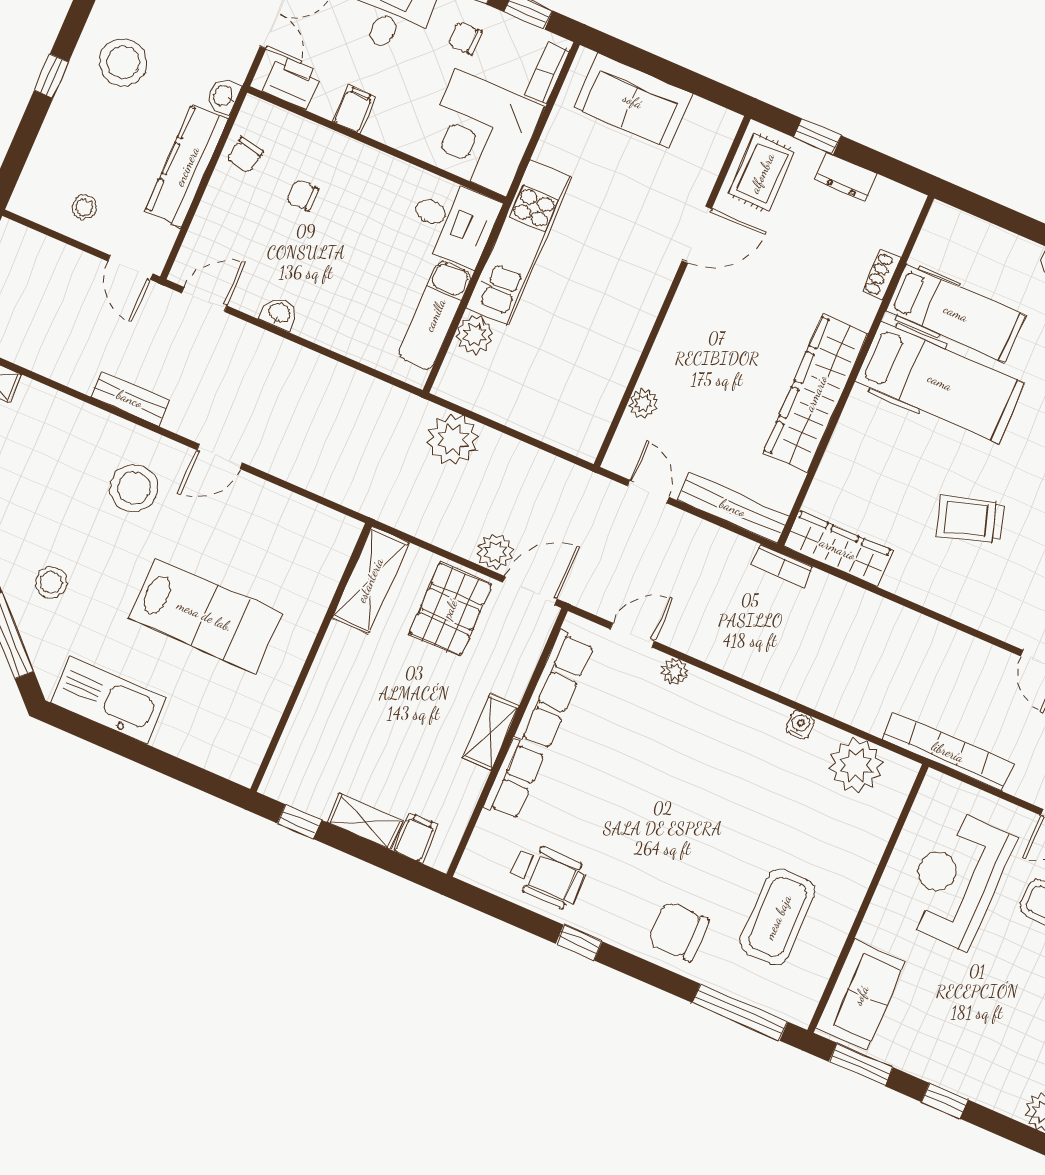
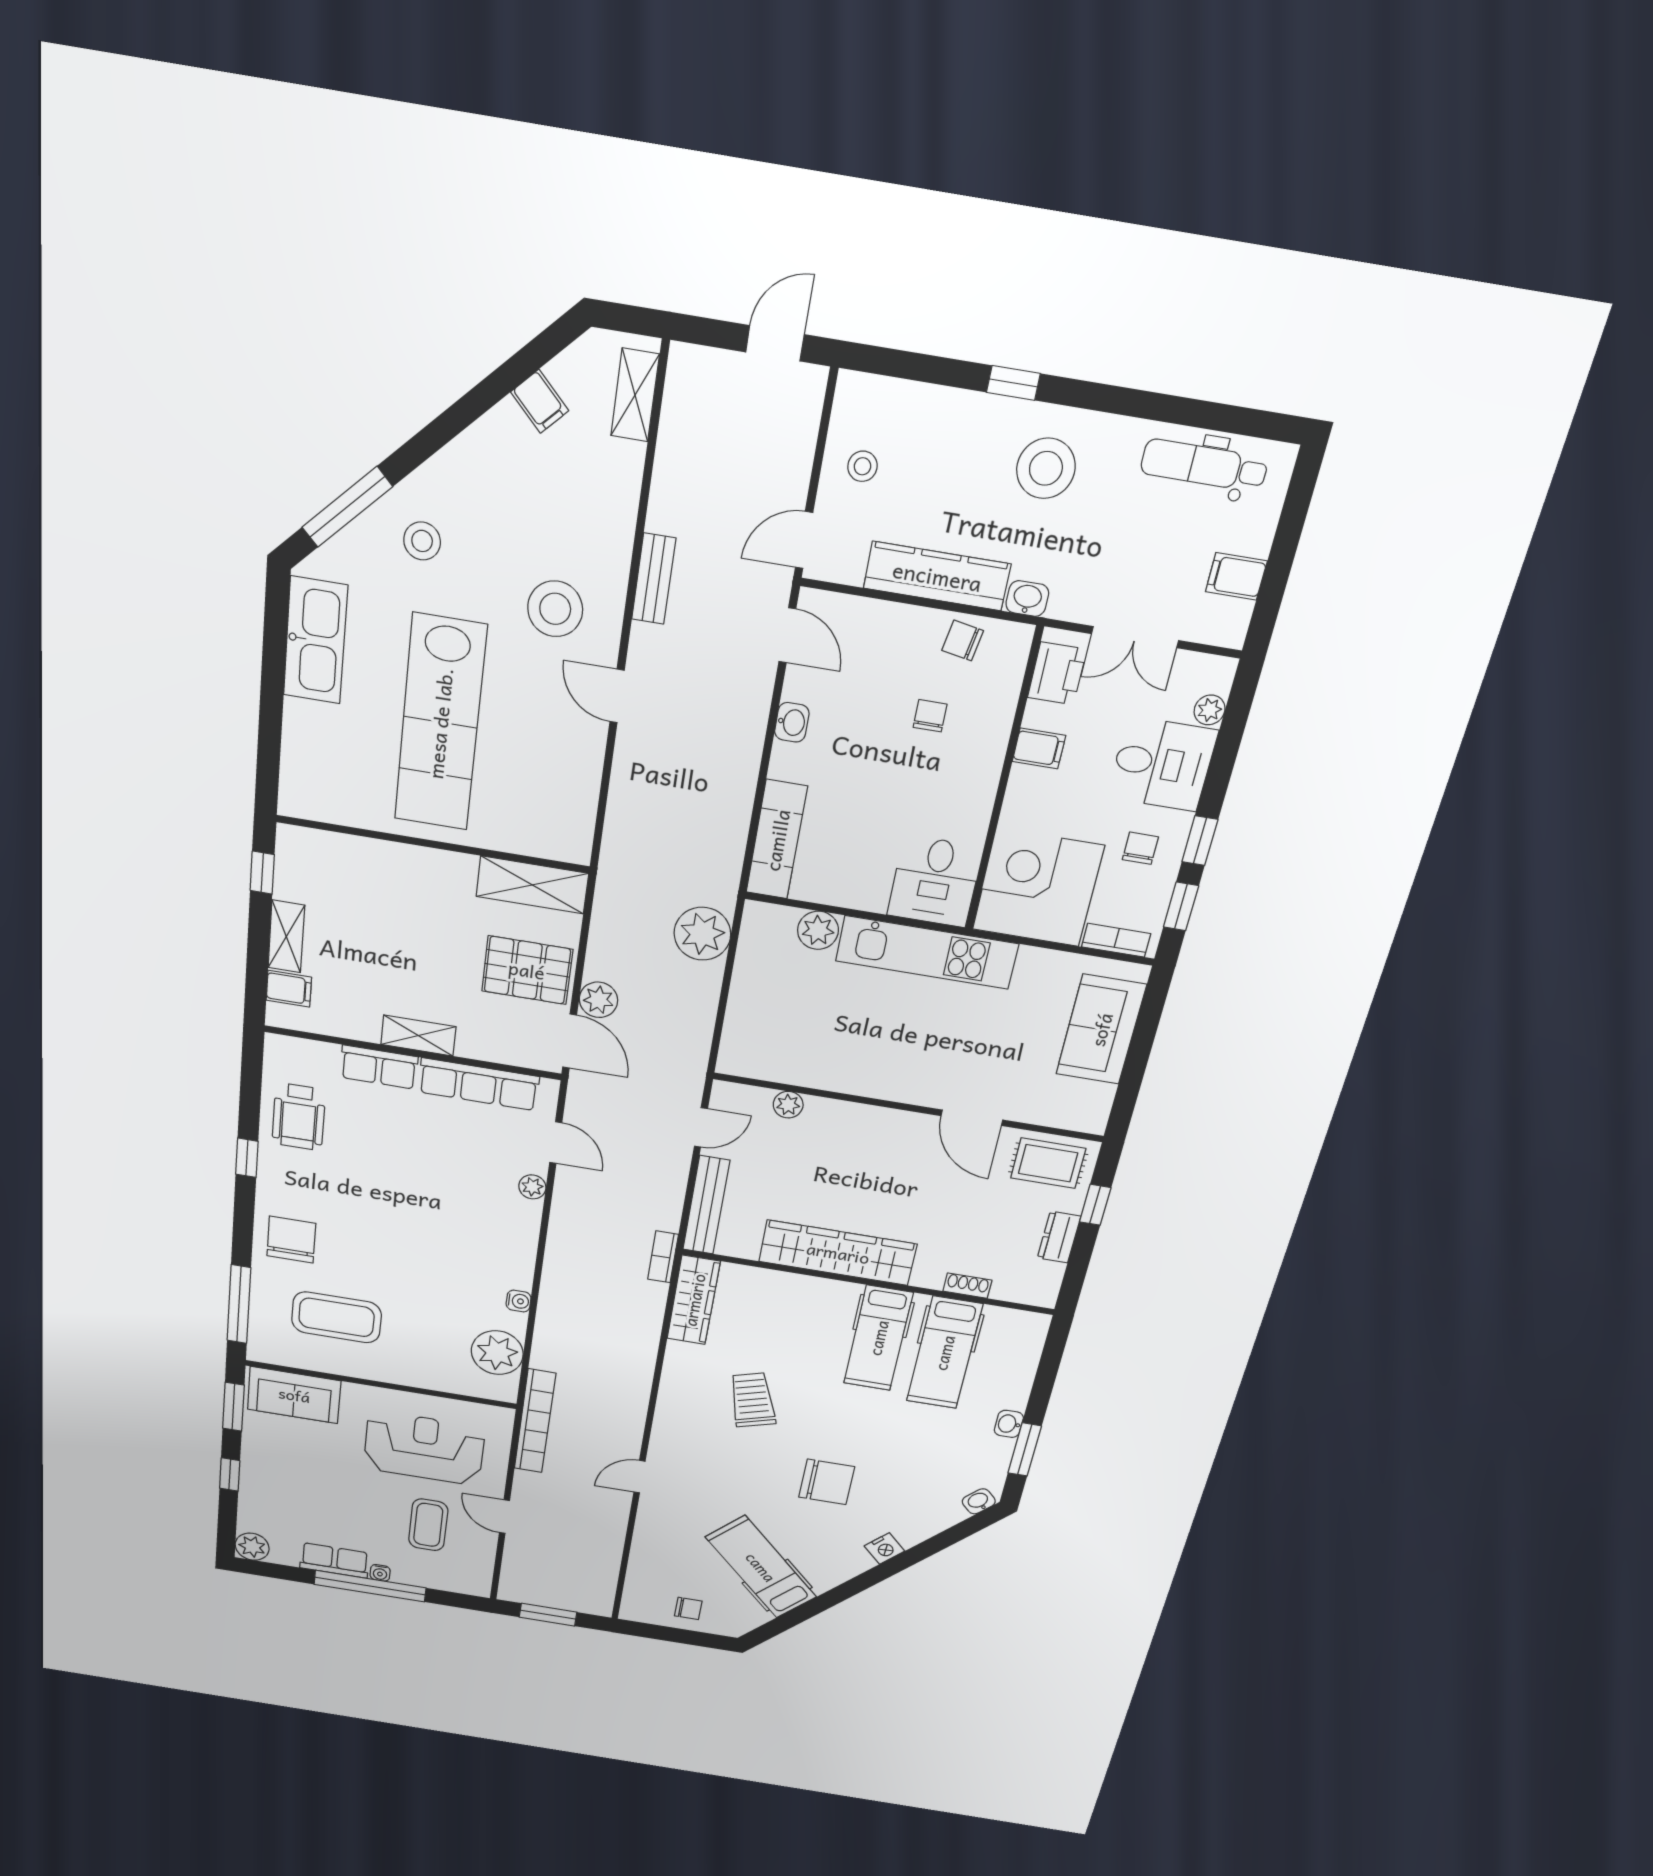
exam couch: (435, 315) -> (777, 840), moved, turned 90
hospital bed: (940, 382) -> (878, 1338), width x0.73, depth x0.78
lab bench: (205, 616) -> (440, 723), width x1.36

